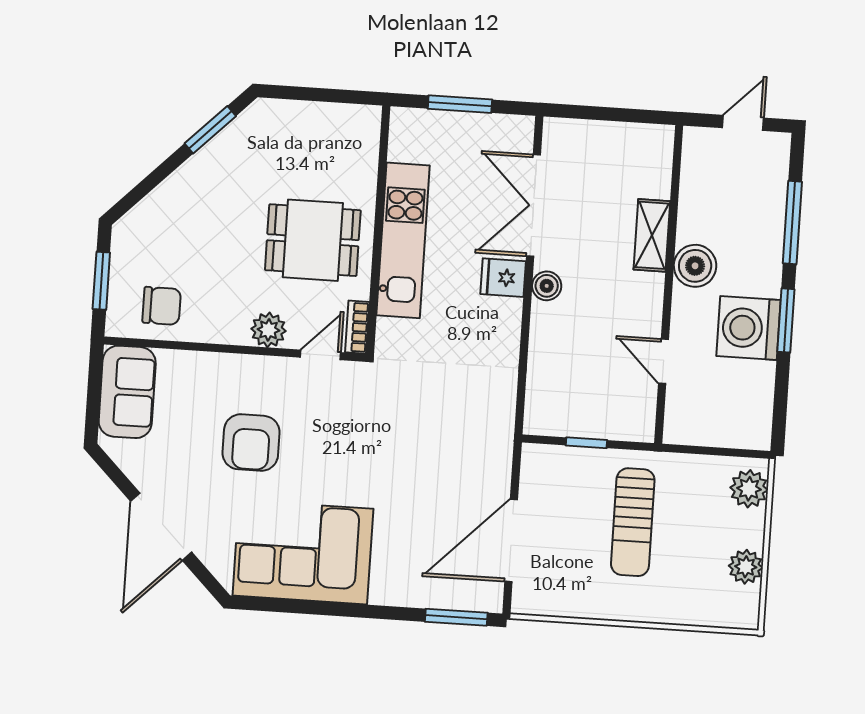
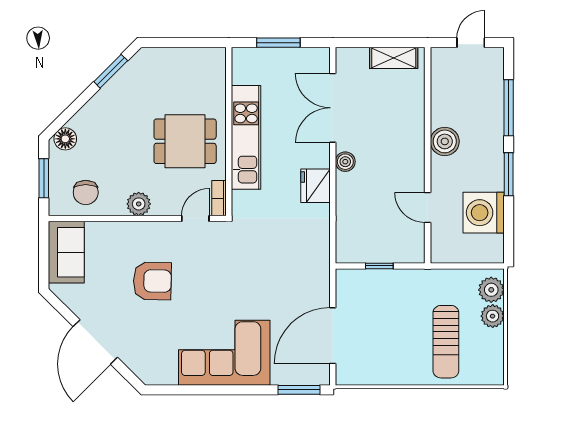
floor lamp: (137, 225) -> (65, 139), added
shelving: (652, 235) -> (394, 58), moved, turned 90
fridge: (503, 278) -> (315, 186), moved, width x1.38
chair: (162, 306) -> (86, 192), turned 90
washing machine: (748, 328) -> (484, 213), moved
plant: (269, 330) -> (139, 204), moved
armchair: (251, 443) -> (152, 281), turned -89
sun lounger: (633, 522) -> (446, 342), moved
corner sofa: (303, 552) -> (224, 353), moved
plant: (746, 567) -> (493, 316), moved

